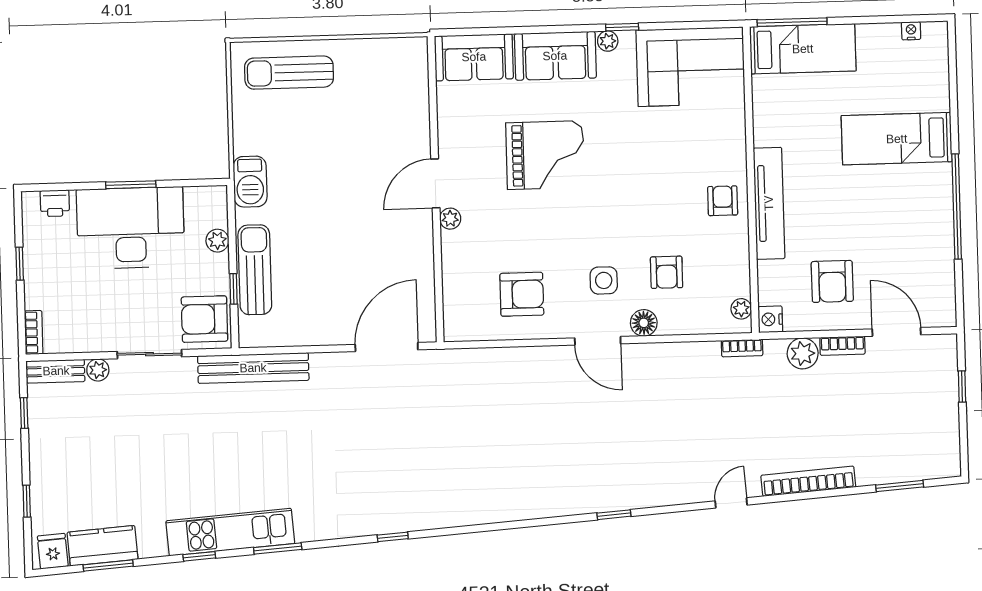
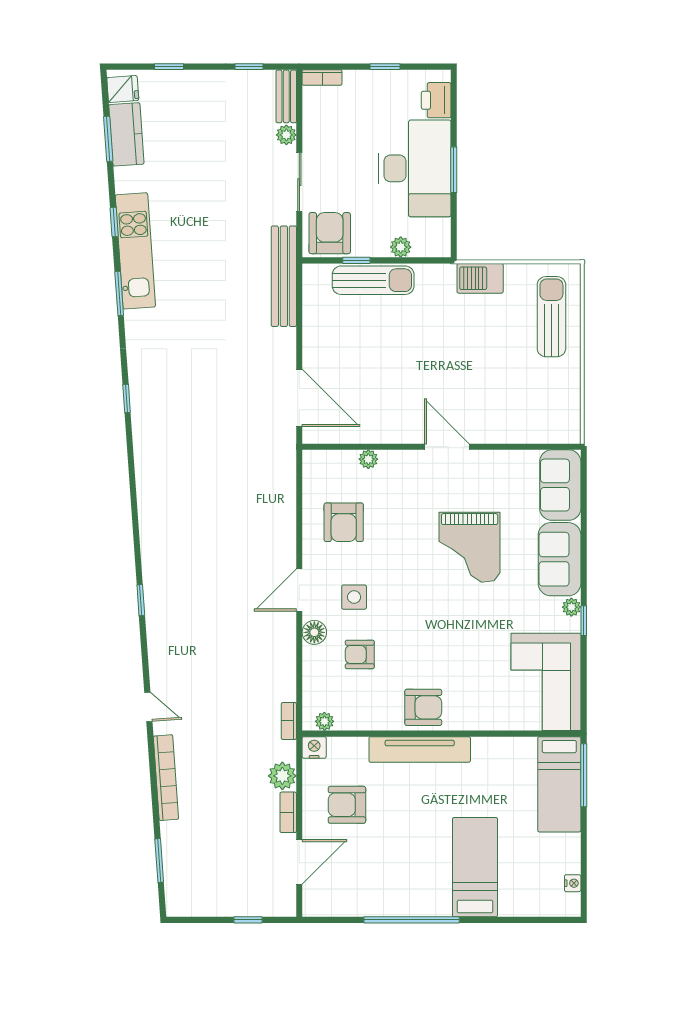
barbecue: (250, 182) -> (480, 278), moved
armchair: (723, 201) -> (423, 707), width x1.38, depth x1.38
printer: (55, 203) -> (436, 100), width x1.36, depth x1.24
plant: (450, 219) -> (368, 459), moved

